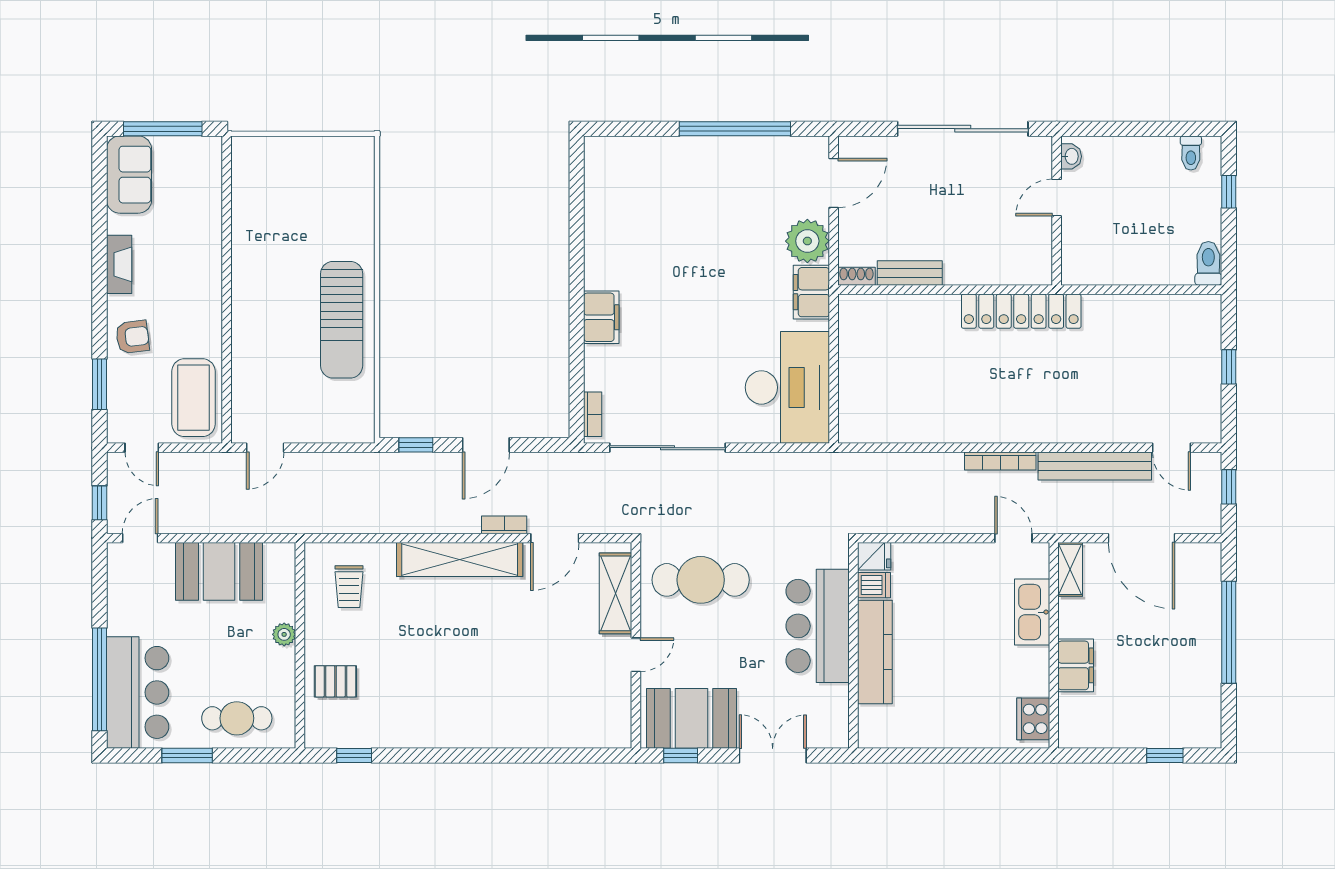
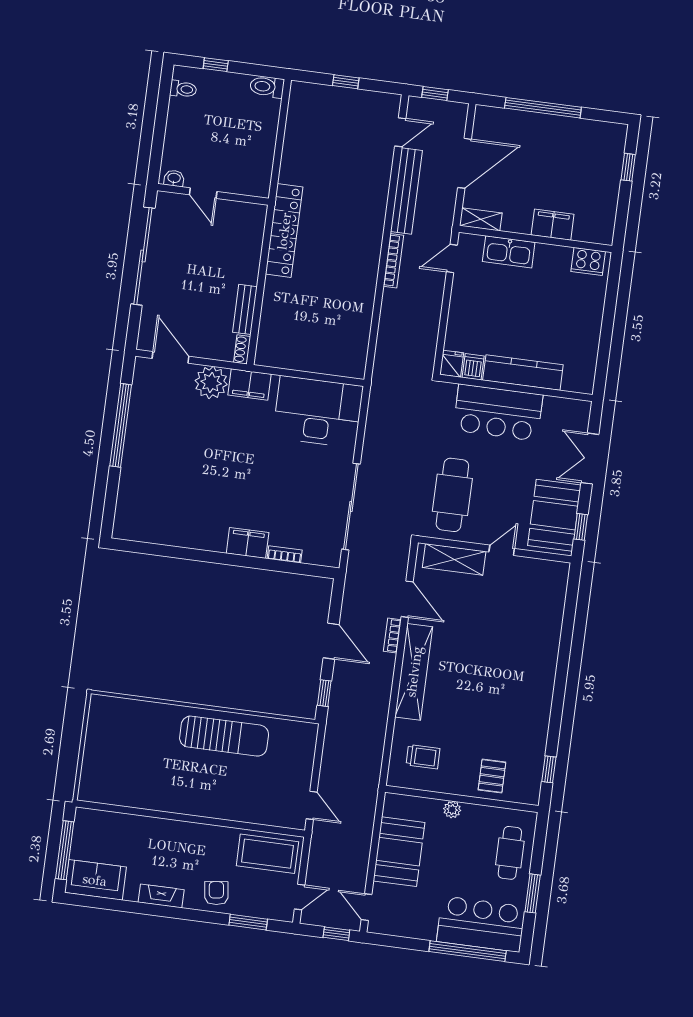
bookcase: (593, 414) -> (285, 554), moved
door: (636, 655) -> (502, 550), hinge flipped

